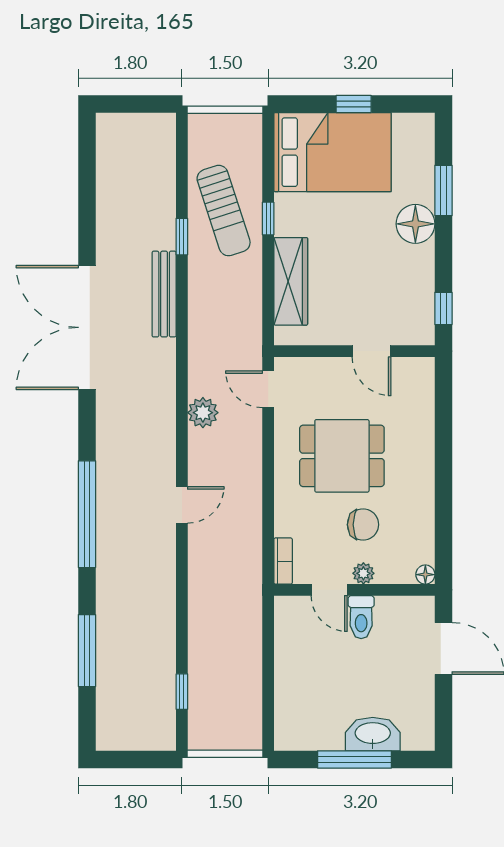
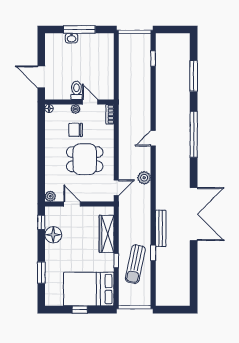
sun lounger: (224, 211) -> (135, 264), turned -150
floor lamp: (415, 224) -> (53, 235), moved
plant: (423, 369) -> (50, 196), added
door: (268, 389) -> (116, 188), hinge flipped
washbasin: (373, 734) -> (72, 38), width x0.52, depth x0.69

